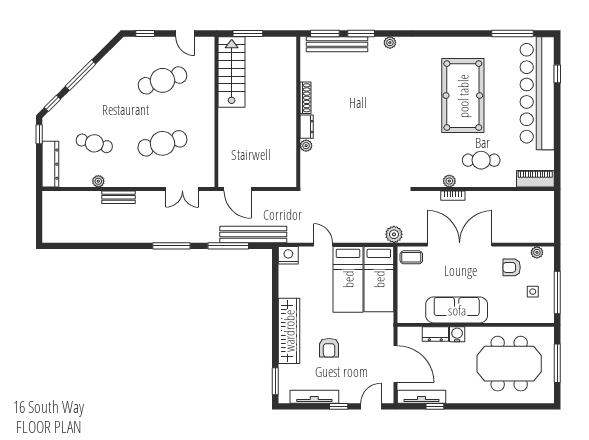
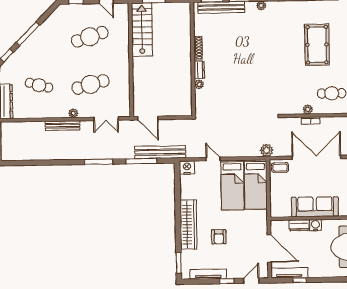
pool table: (463, 96) -> (317, 45), width x0.73, depth x0.76
plant: (98, 181) -> (73, 113), moved
bench: (119, 197) -> (63, 126), width x1.36

